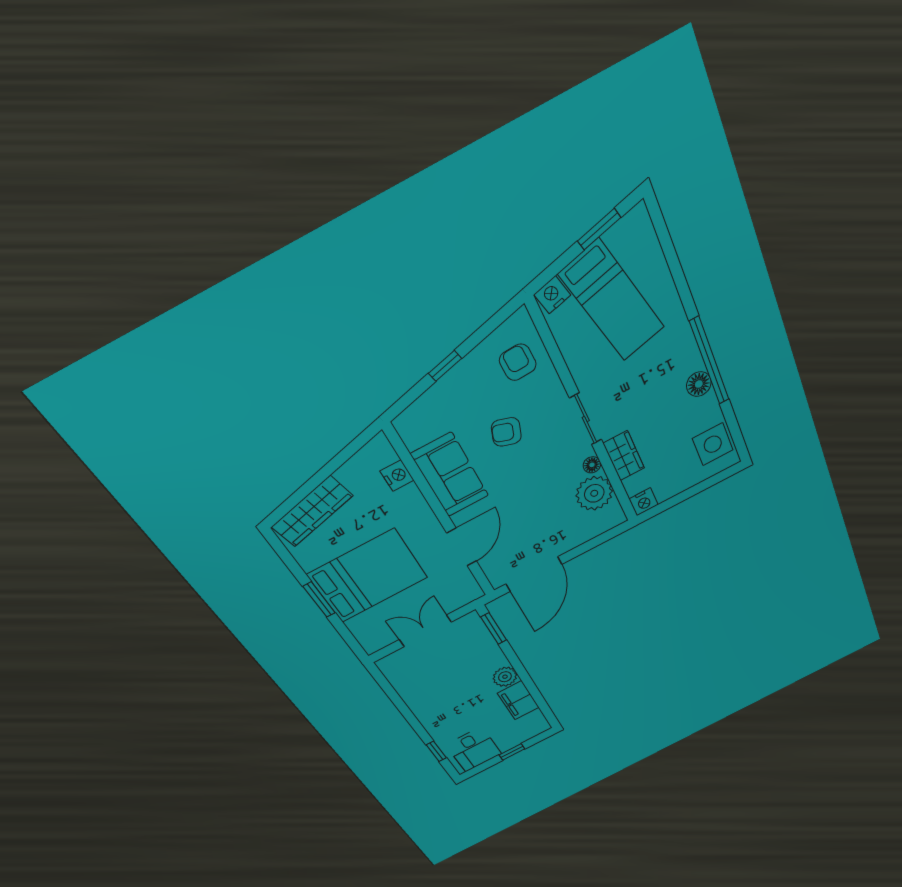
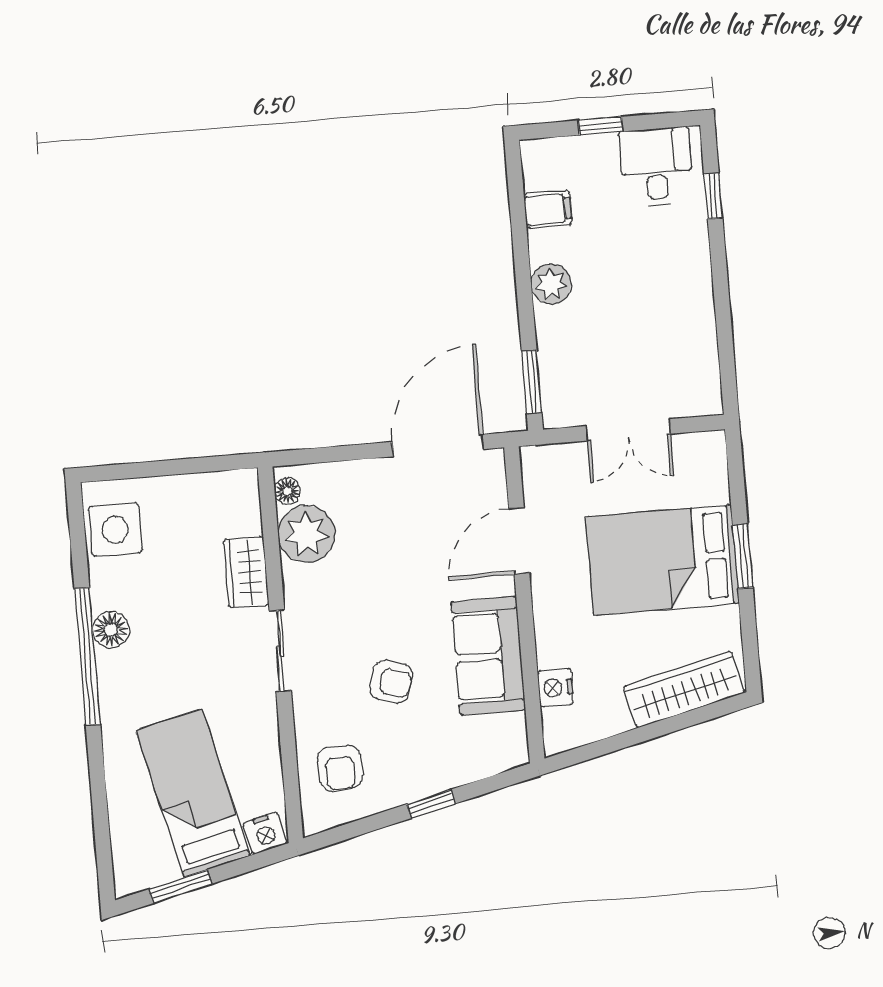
floor lamp: (592, 465) -> (287, 491), moved
nightstand: (644, 502) -> (241, 486), removed
filing cabinet: (518, 700) -> (548, 209), width x0.50

